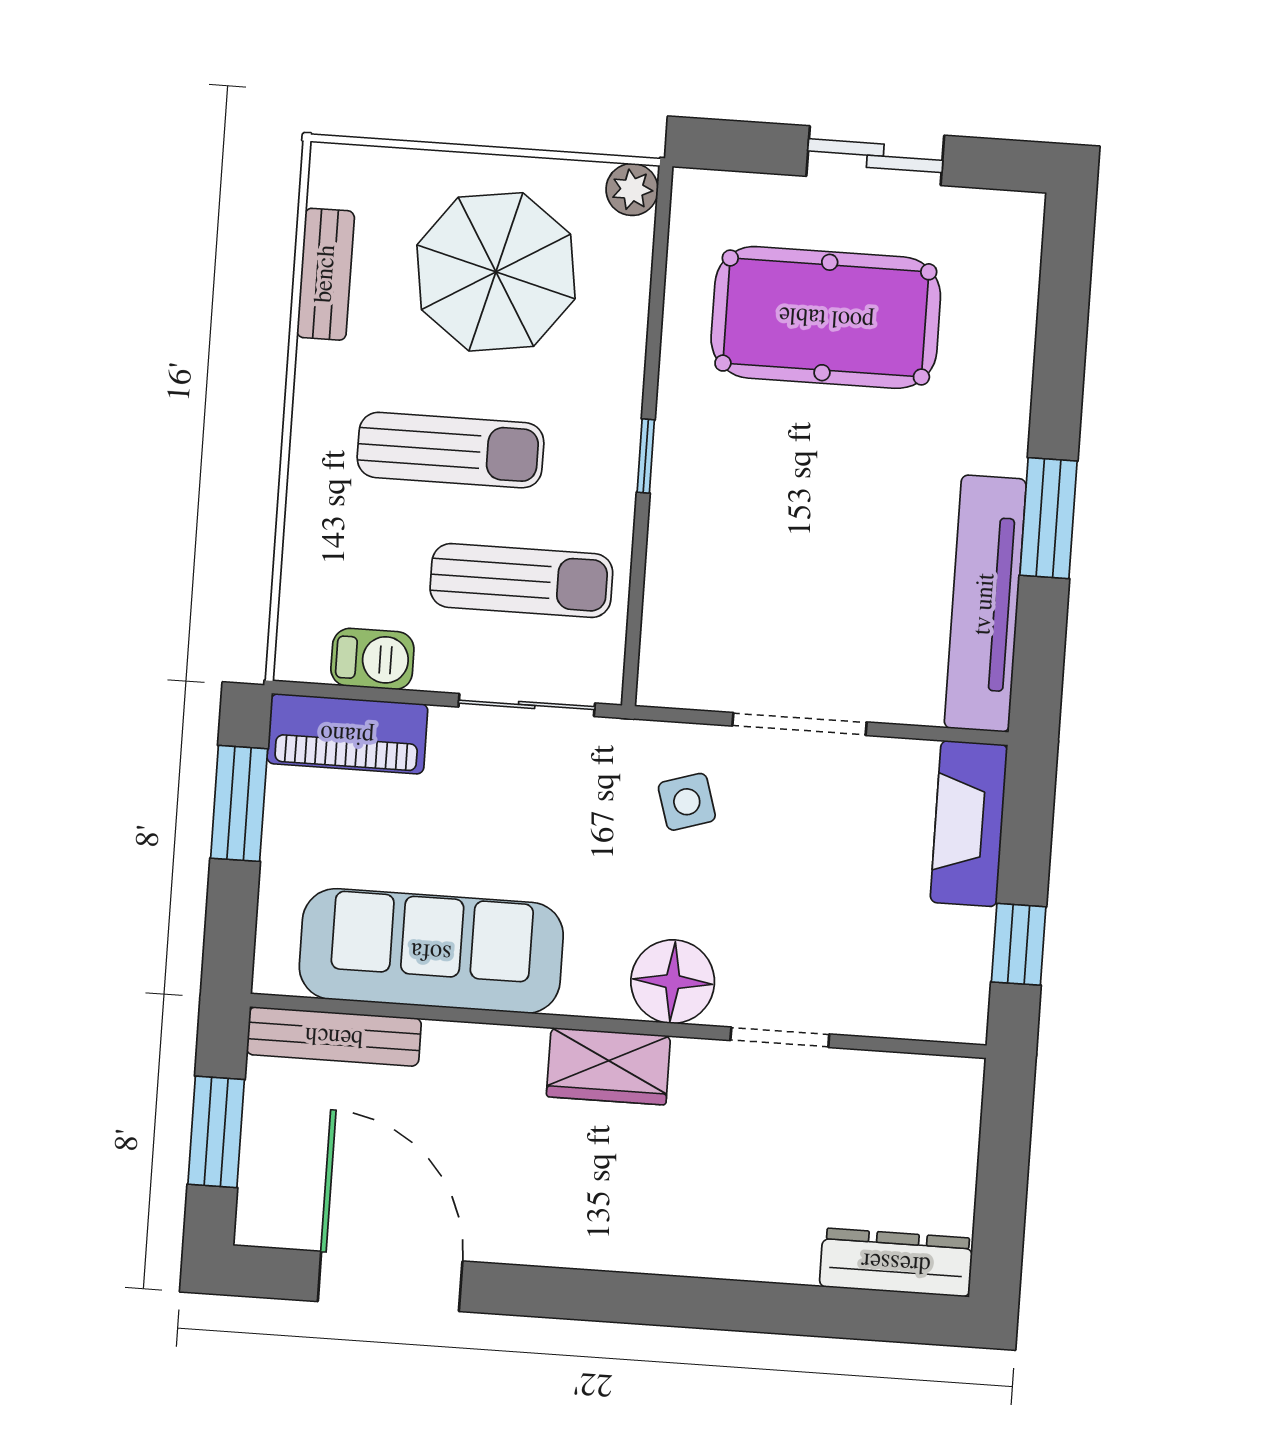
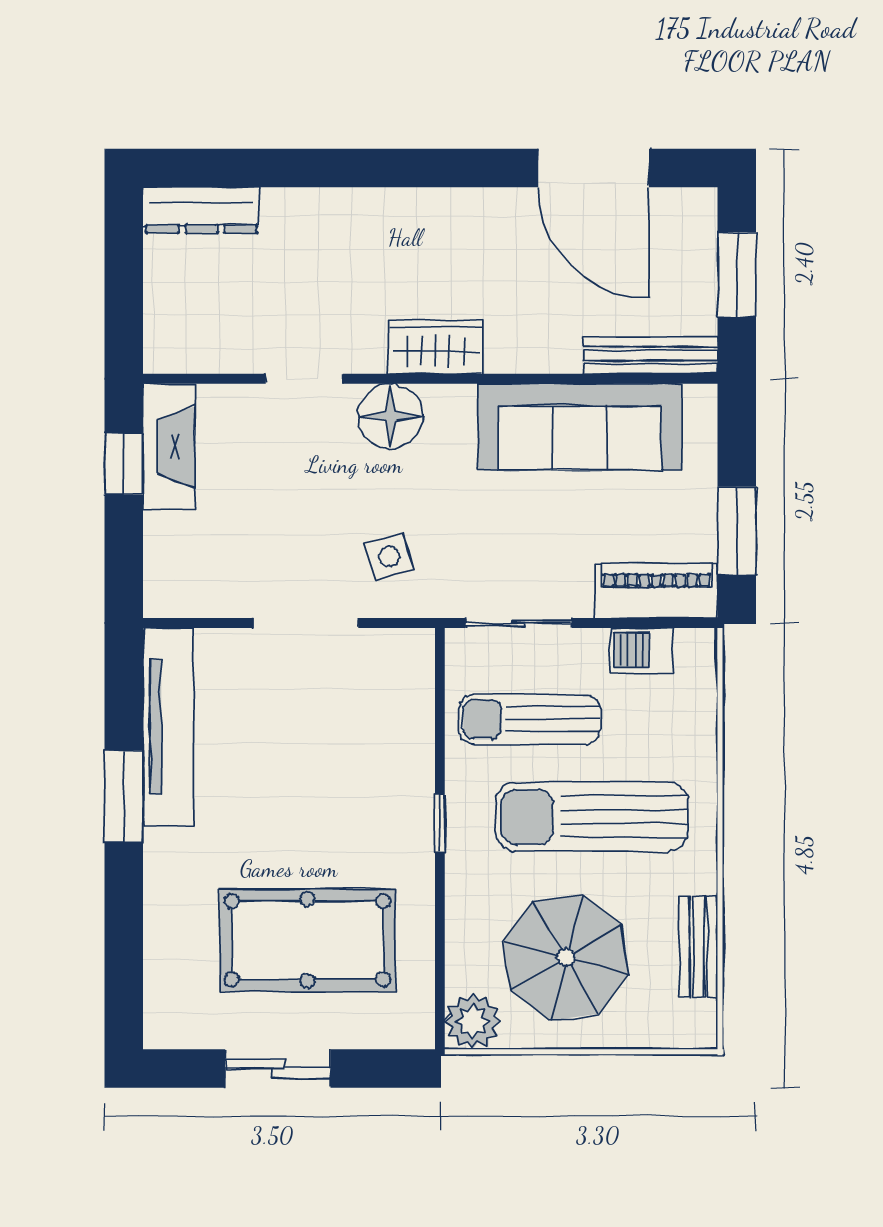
plant: (632, 189) -> (473, 1021), width x1.38, depth x1.38
sun lounger: (450, 450) -> (592, 817), width x1.36, depth x1.34
fireplace: (969, 824) -> (169, 447), moved

